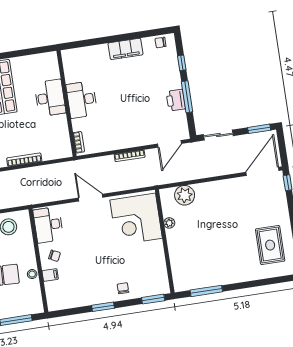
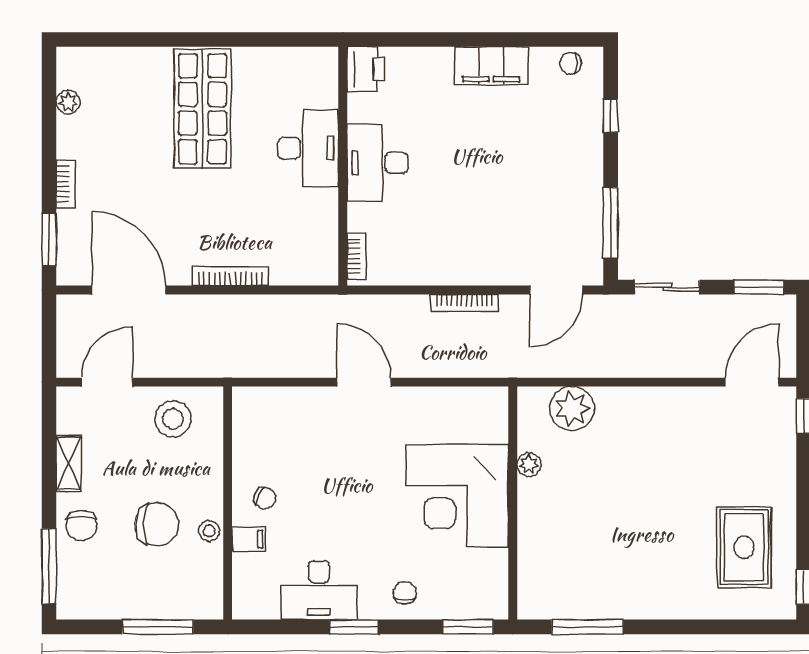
window: (187, 97) -> (611, 223), moved
printer: (176, 100) -> (366, 69), moved, turned 180
door: (262, 171) -> (752, 382), width x0.73
corner desk: (136, 219) -> (457, 496), moved
desk: (48, 225) -> (319, 590), moved, turned -90

